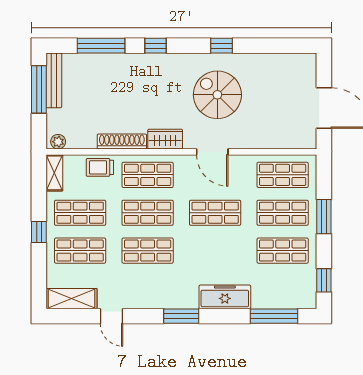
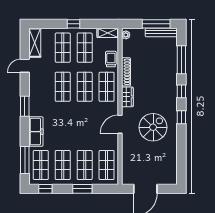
window: (222, 46) -> (181, 117), moved
shop shelf: (215, 213) -> (41, 165), moved

